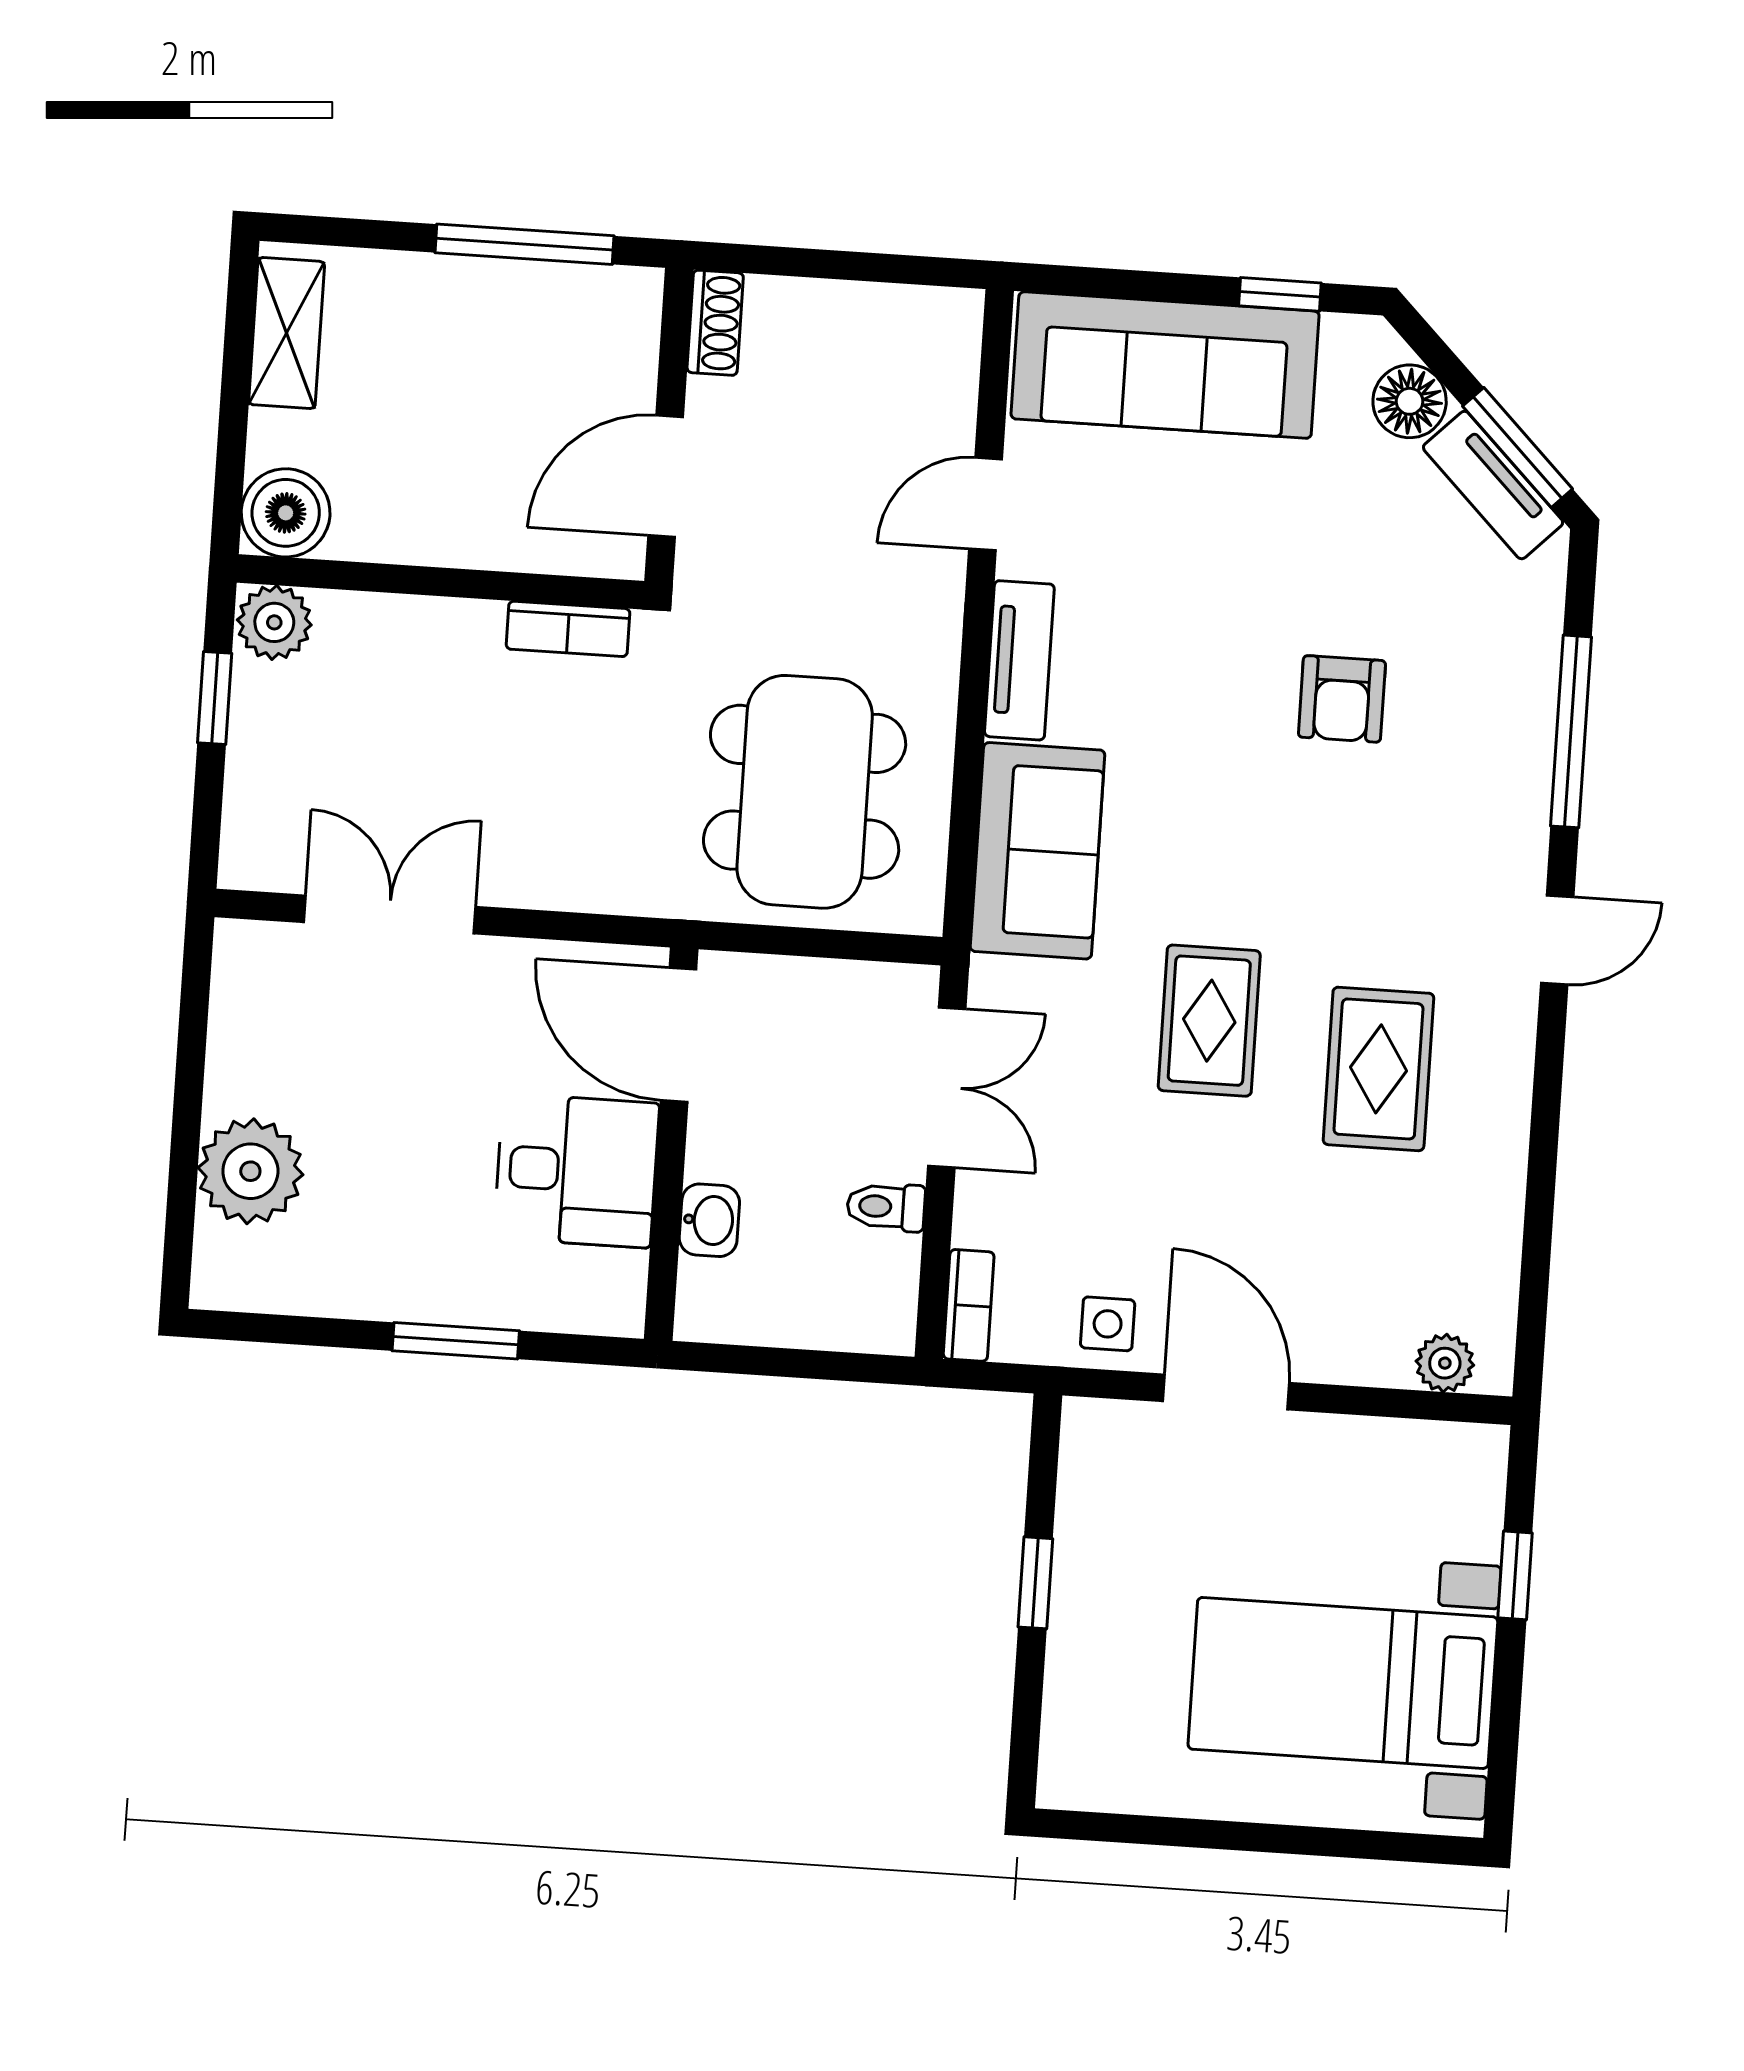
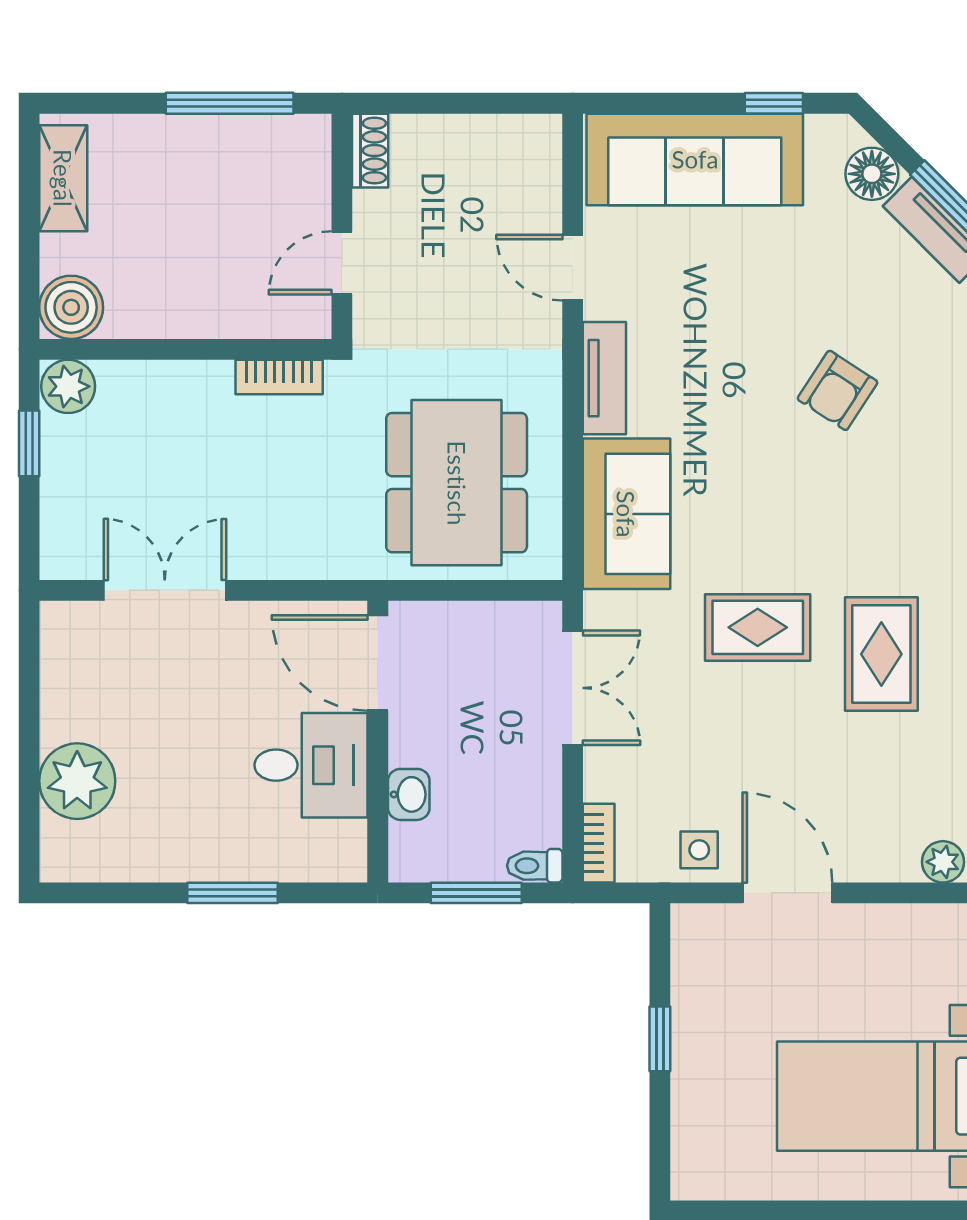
door: (666, 476) -> (342, 263), width x0.73
door: (986, 504) -> (573, 268), hinge flipped
armchair: (1342, 699) -> (838, 390), turned 33
rug: (1209, 1021) -> (758, 627), turned 90
toilet: (886, 1207) -> (535, 866), moved
window: (794, 1363) -> (476, 893), added

